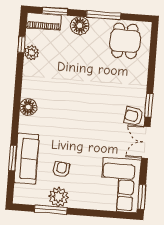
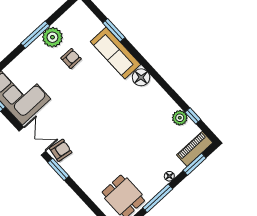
floor lamp: (80, 26) -> (169, 176), width x0.53, depth x0.53
sofa: (27, 159) -> (115, 53), moved
armchair: (61, 170) -> (71, 58), turned -97
window: (51, 210) -> (35, 35), moved

